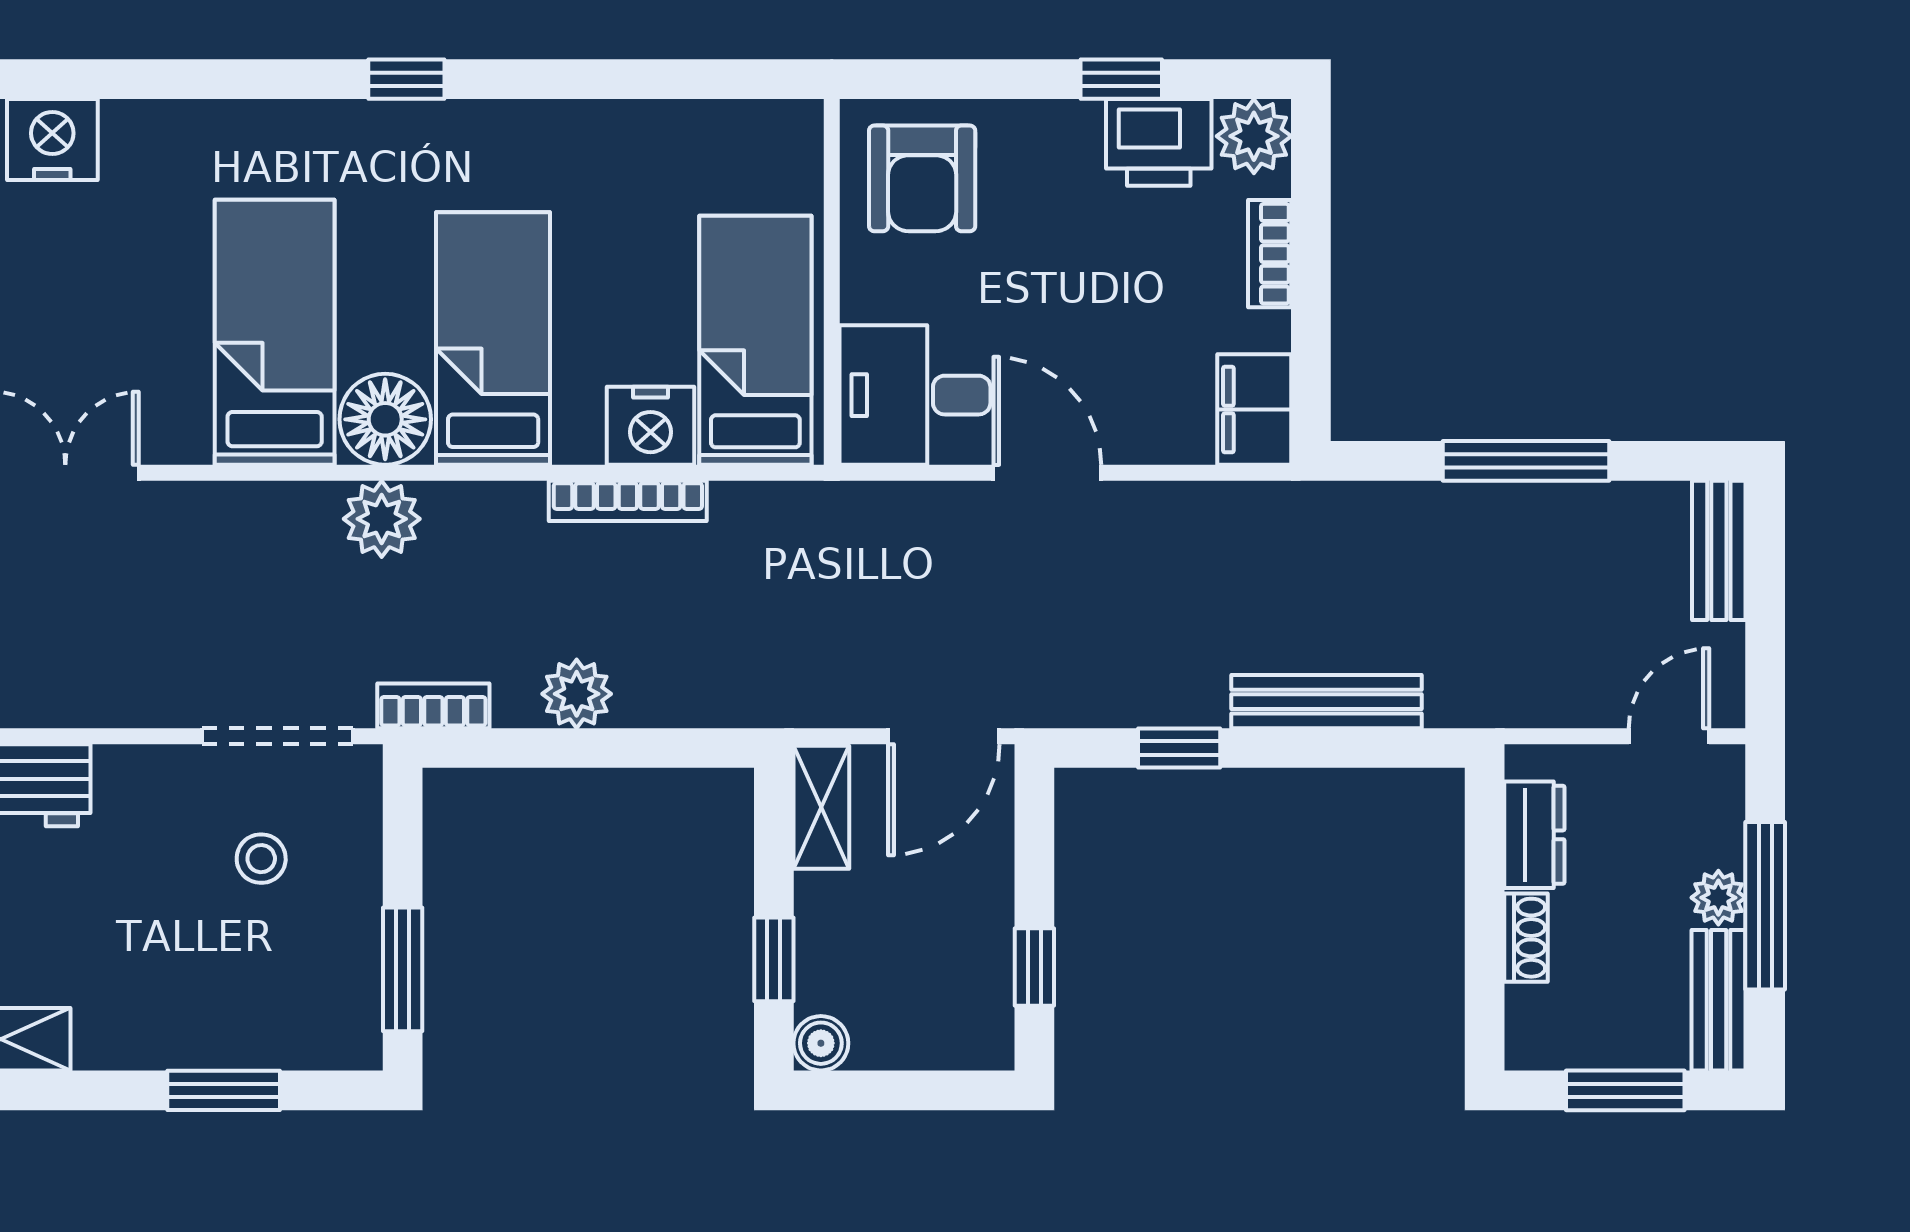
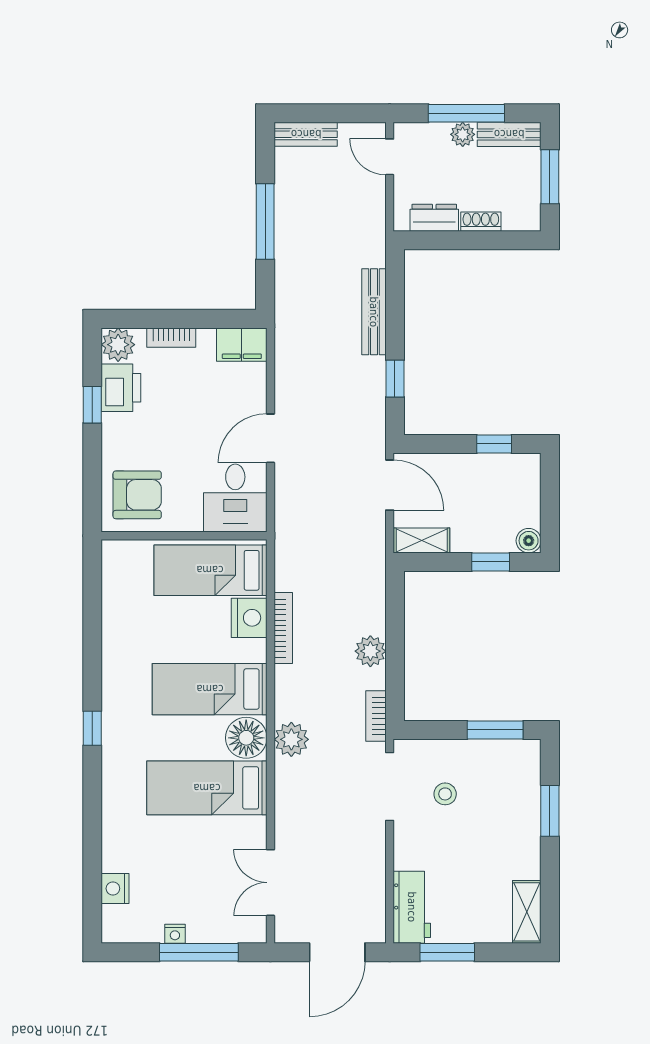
nightstand: (52, 140) -> (115, 888), width x0.74, depth x0.75

